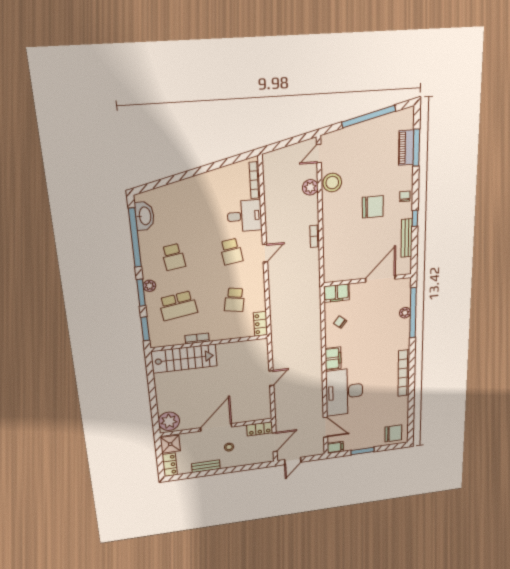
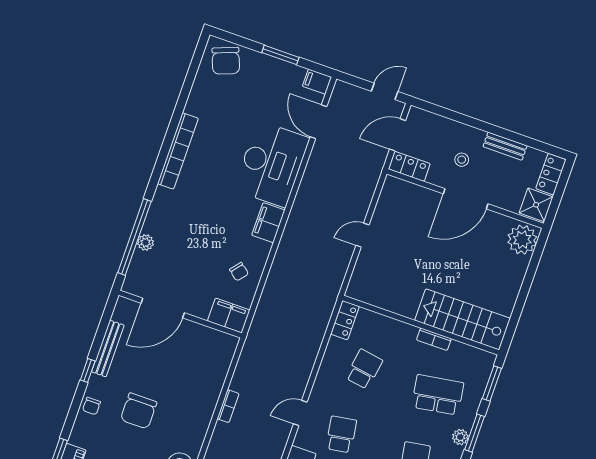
chair: (373, 207) -> (139, 411), turned -90
chair: (393, 433) -> (226, 61), turned -111

